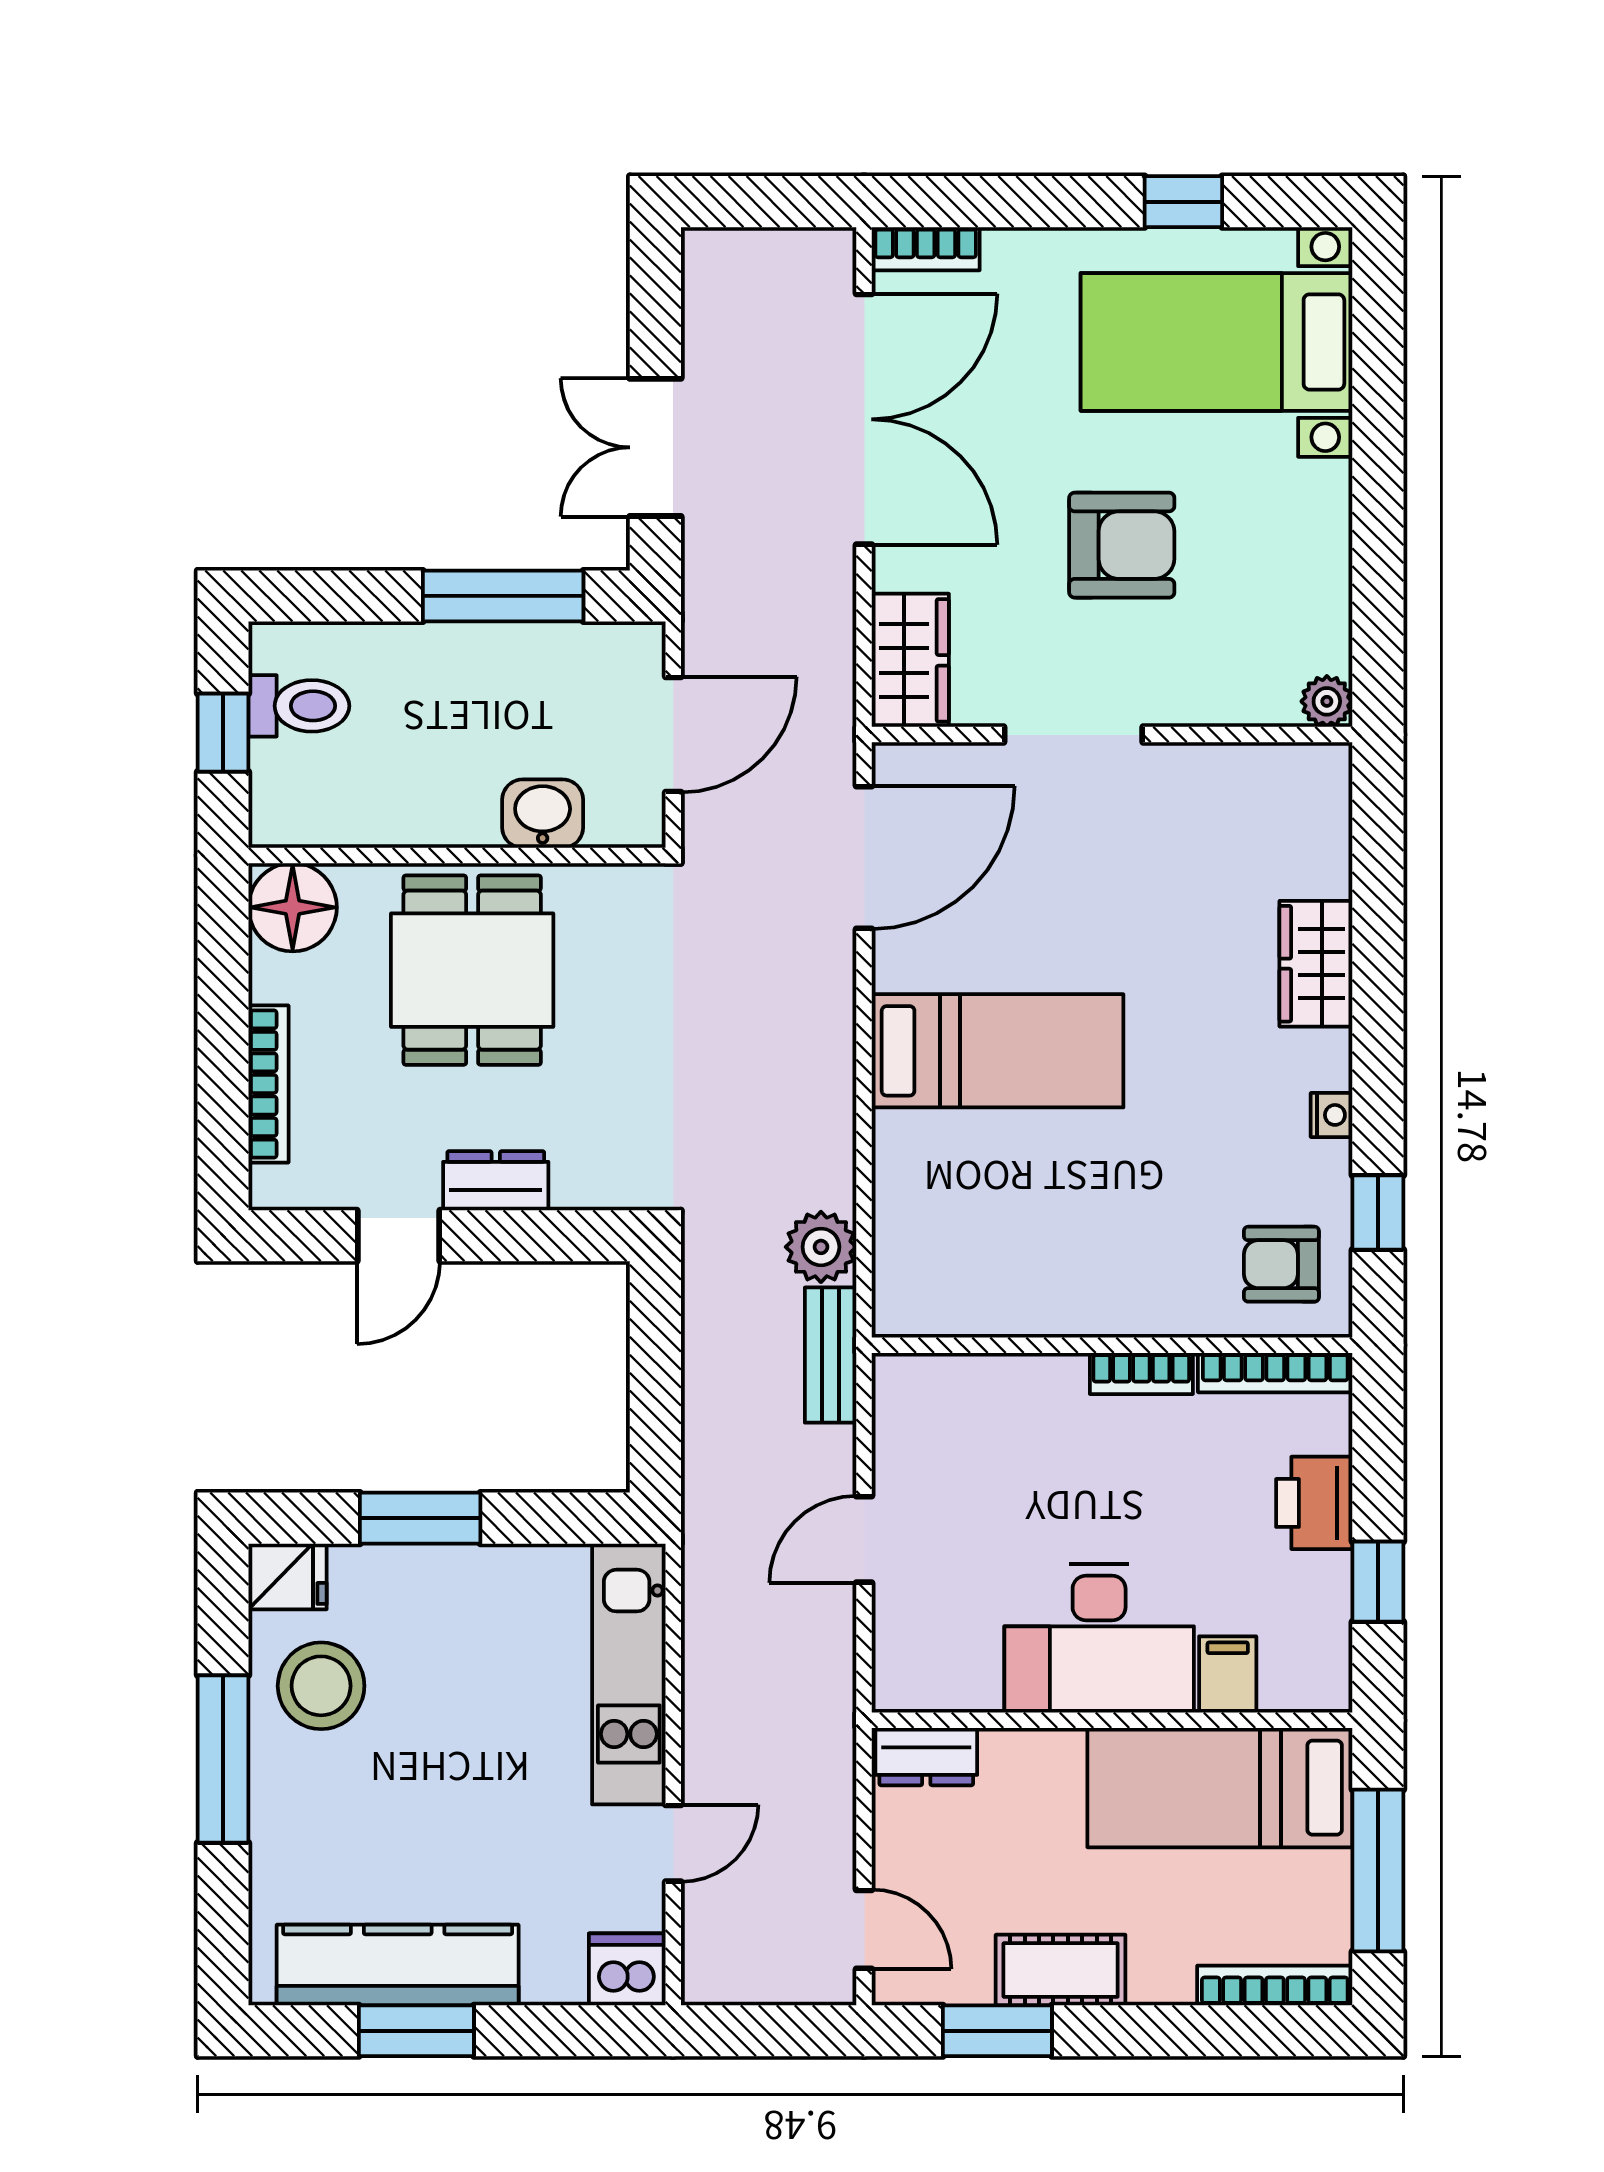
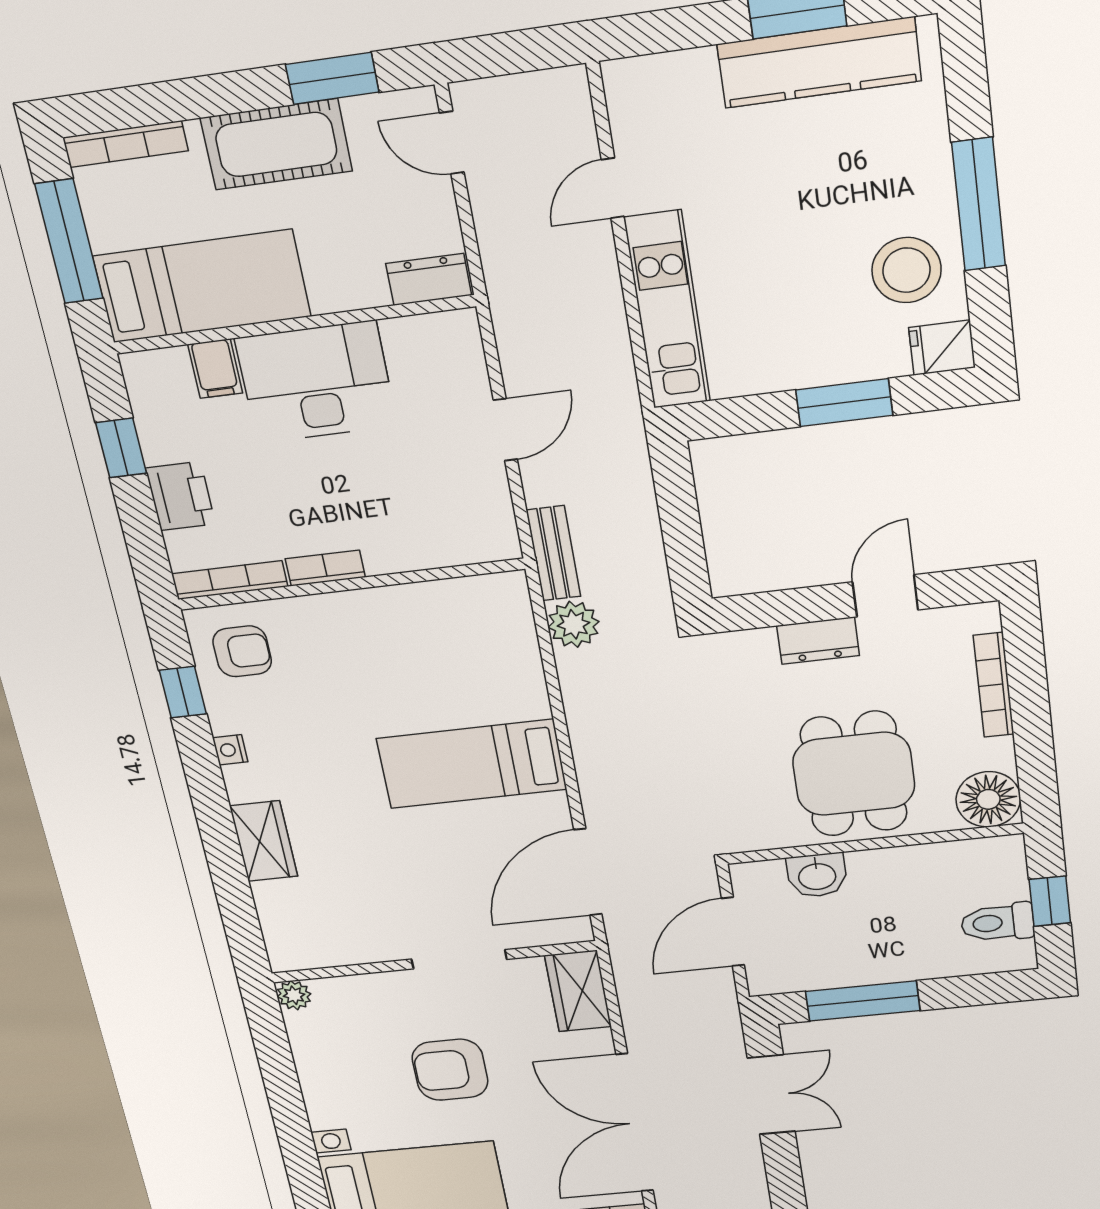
dishwasher: (627, 1969) -> (634, 85), removed
cot: (1061, 1970) -> (276, 144), width x1.37, depth x1.34

